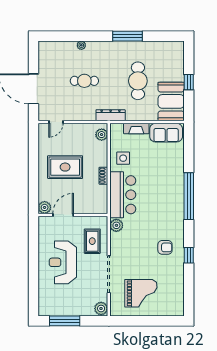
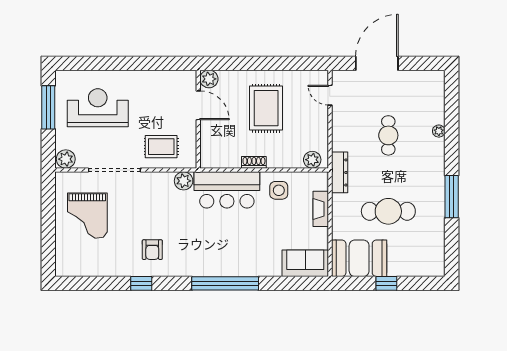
sofa: (166, 133) -> (305, 263), moved, turned 90
reception desk: (63, 262) -> (98, 108), moved

